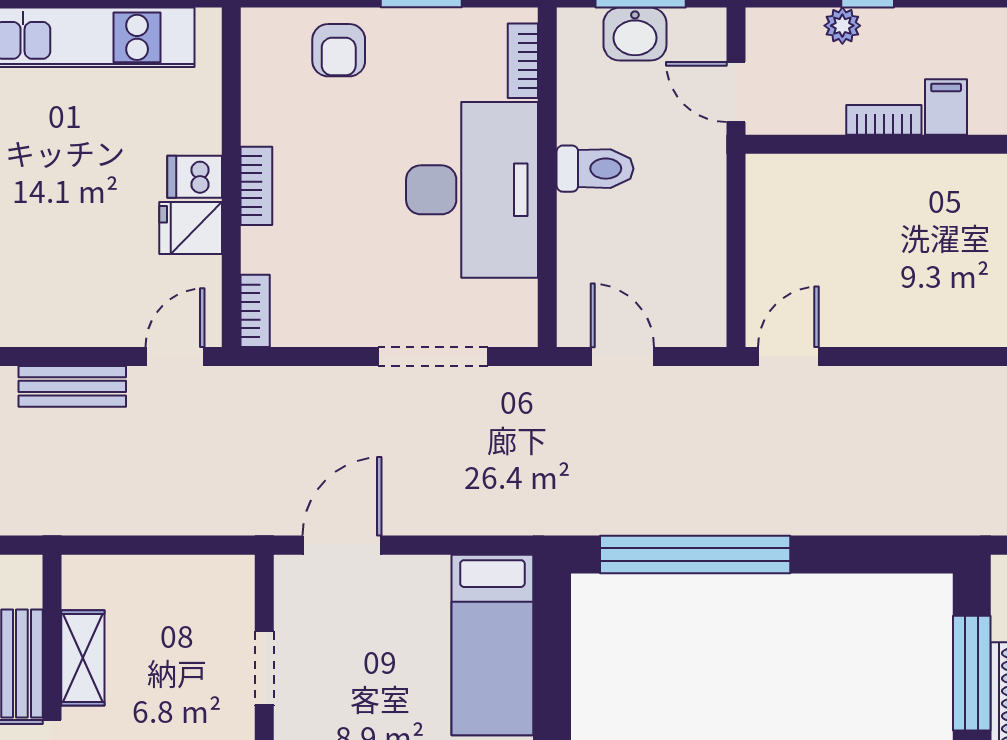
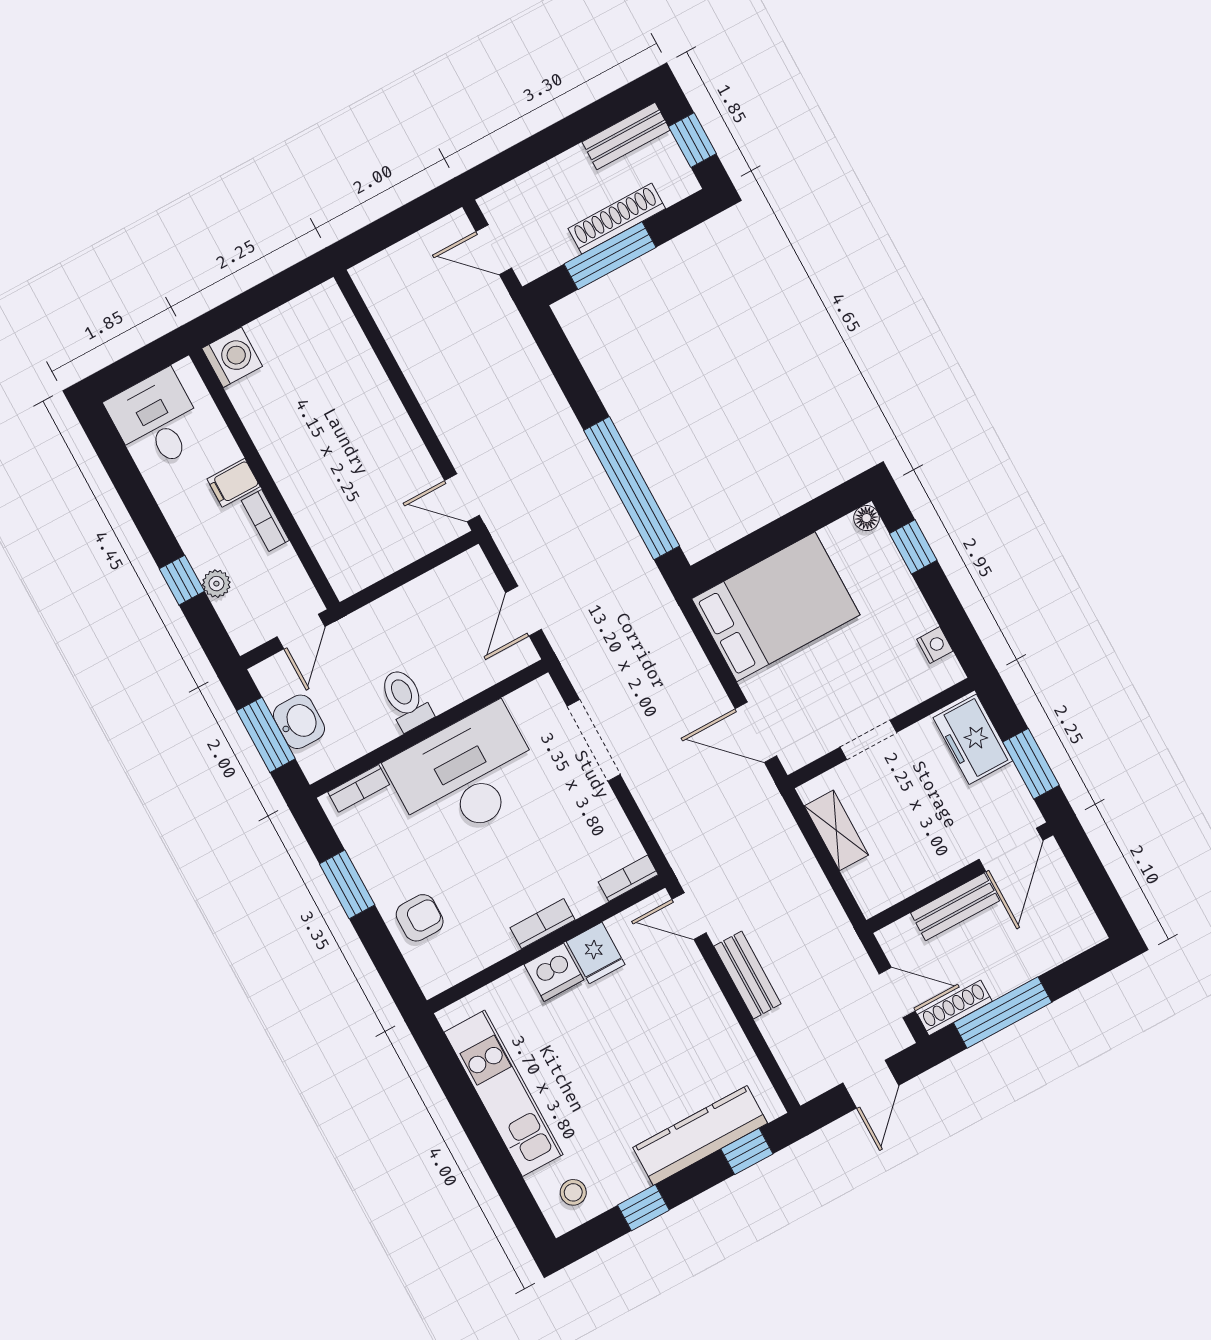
dishwasher: (195, 177) -> (554, 972), width x1.38
bed: (492, 645) -> (776, 607), width x1.50
shelving: (83, 658) -> (836, 830), moved, turned 90

